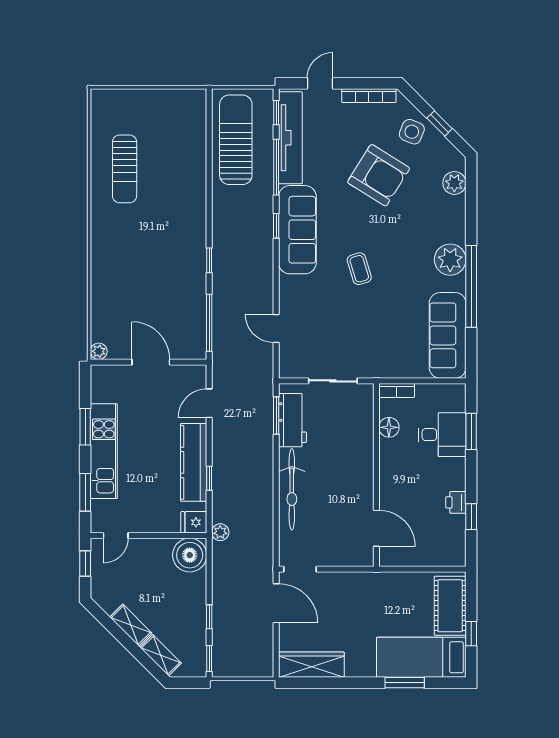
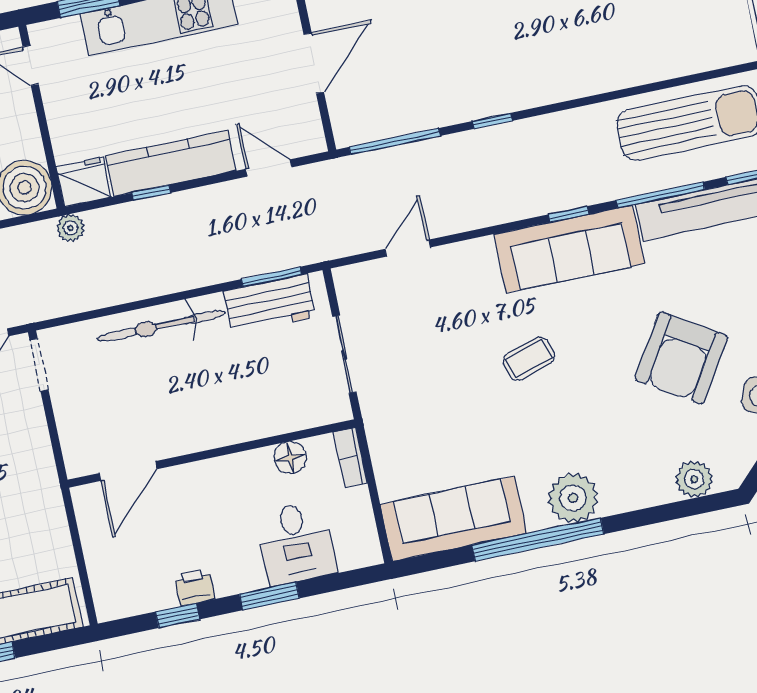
window: (471, 431) -> (269, 596), moved
fridge: (194, 522) -> (84, 182), width x1.38

